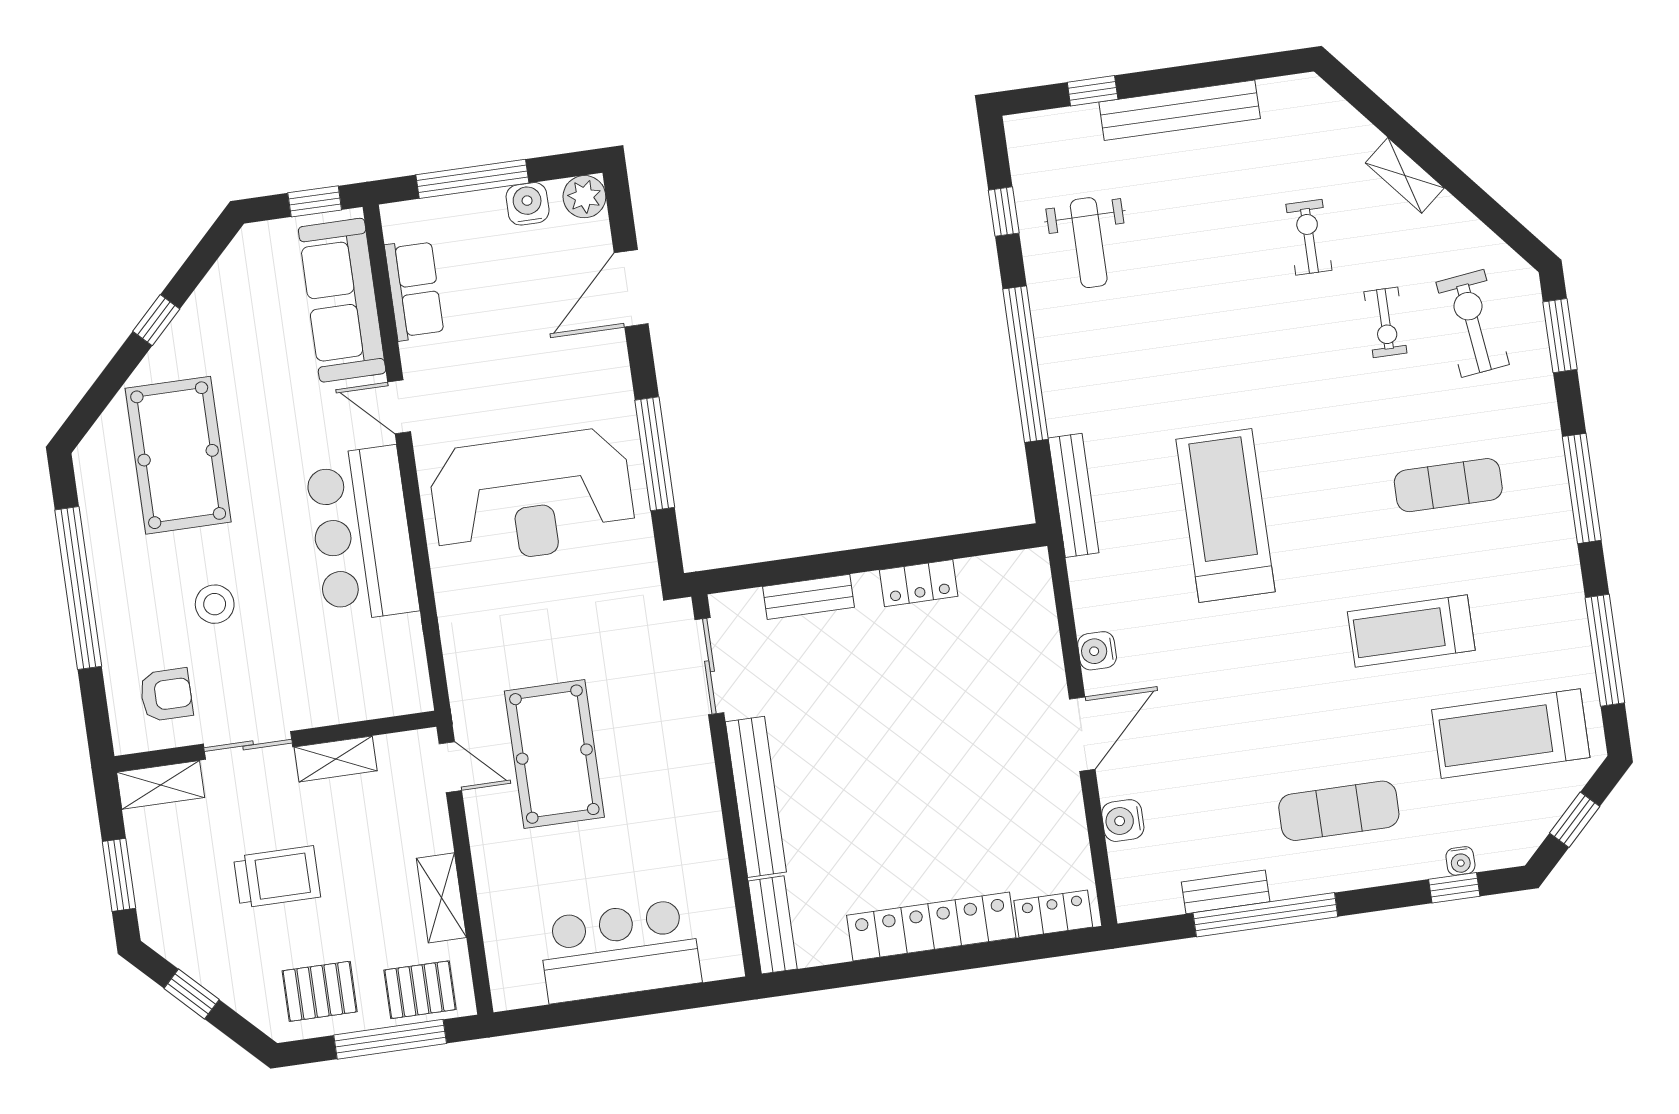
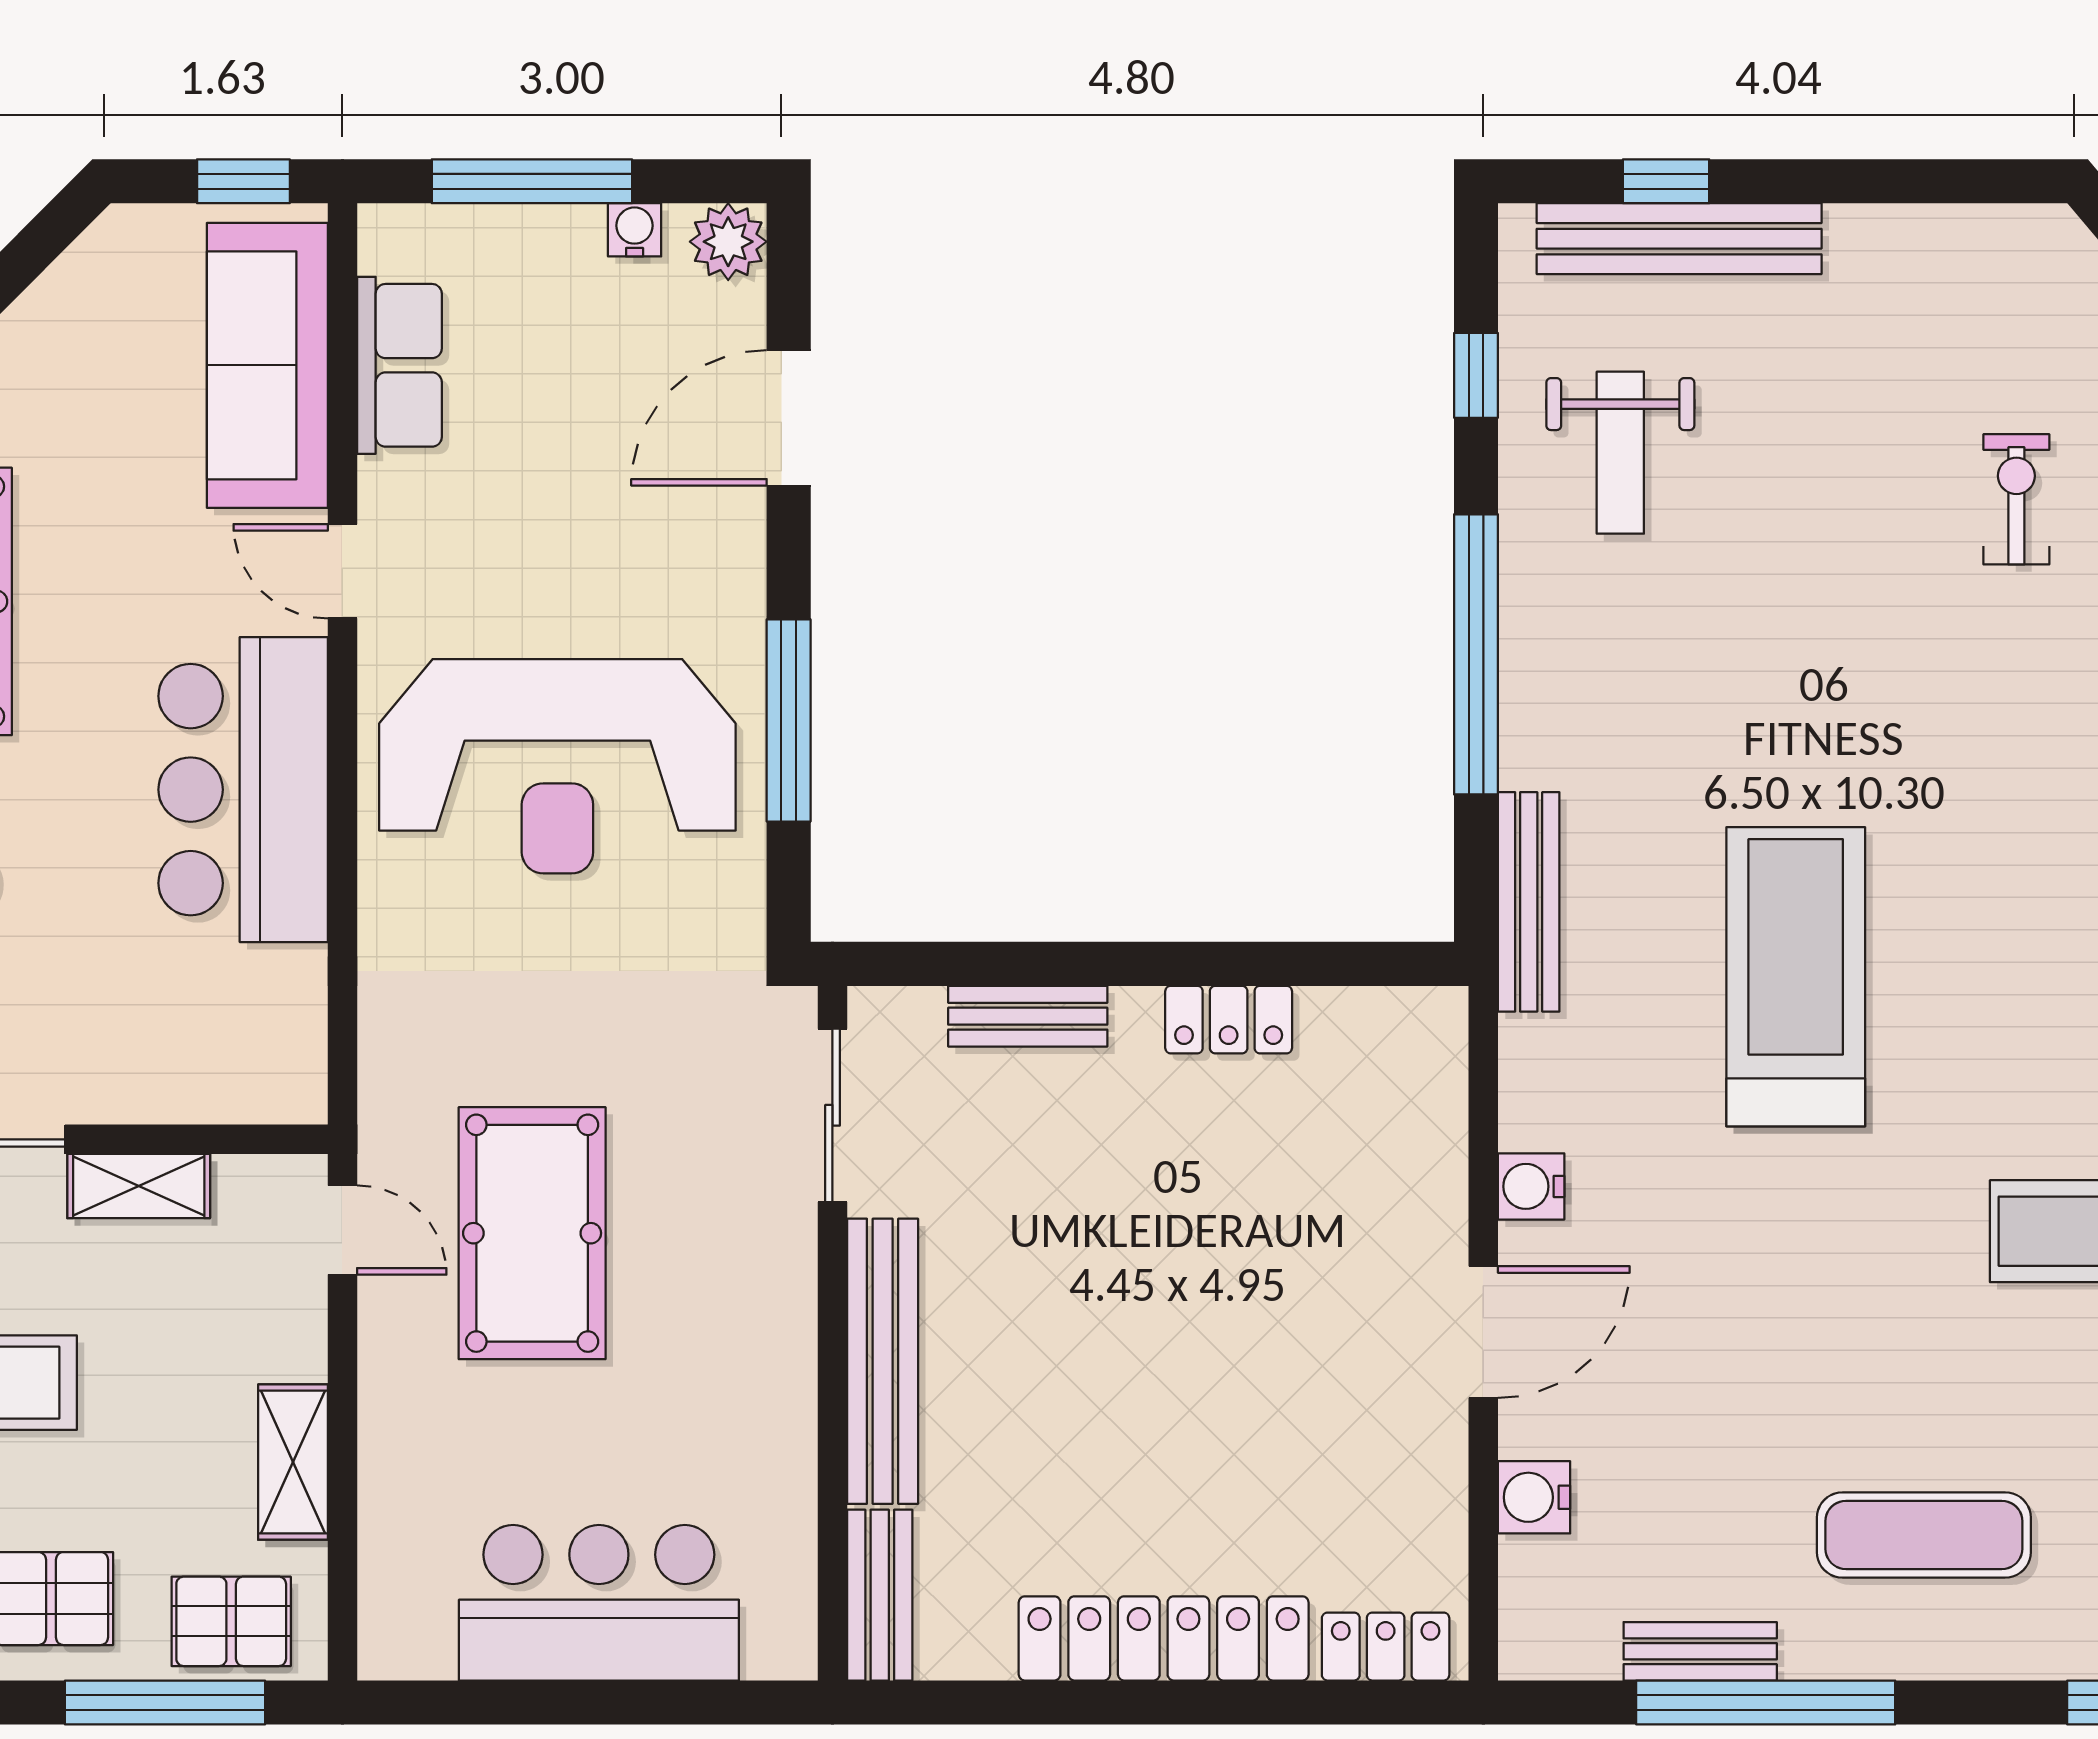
bench: (1180, 110) -> (1679, 239), moved
water cooler: (528, 204) -> (635, 230), width x0.72, depth x0.72

